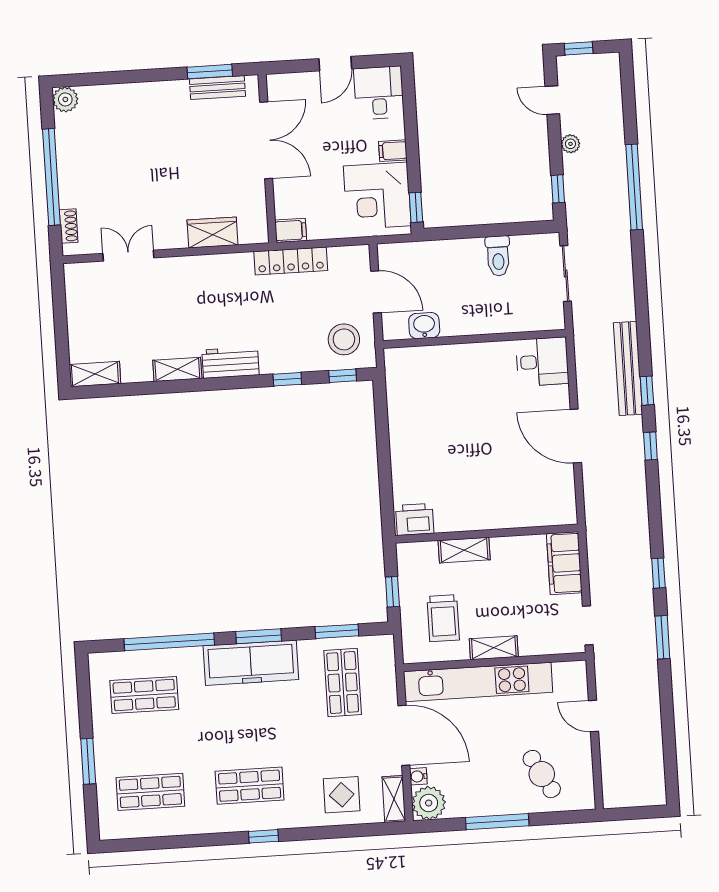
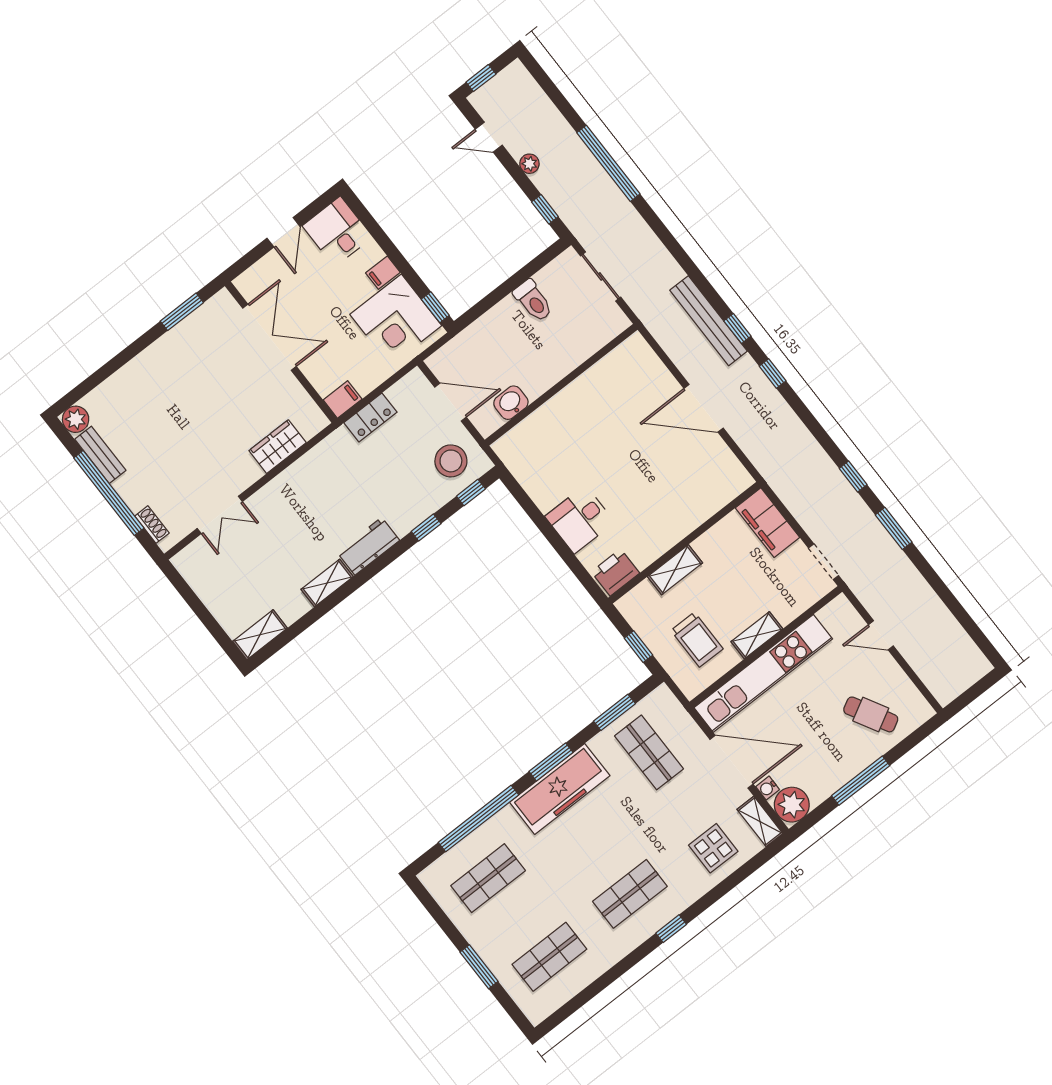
bench: (217, 88) -> (100, 455), moved, turned 90
double door: (128, 256) -> (220, 515), swing flipped
locker: (291, 261) -> (370, 417), width x0.66
desk: (542, 362) -> (580, 519), moved, turned 180

